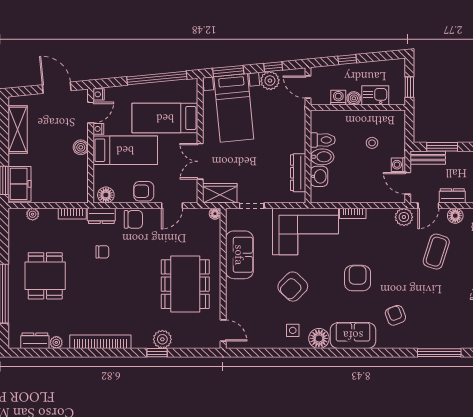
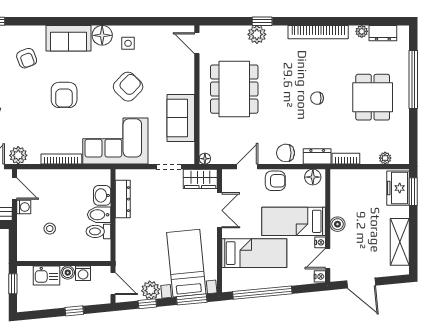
bookcase: (353, 213) -> (61, 159), width x1.56
chair: (102, 252) -> (317, 98), moved

